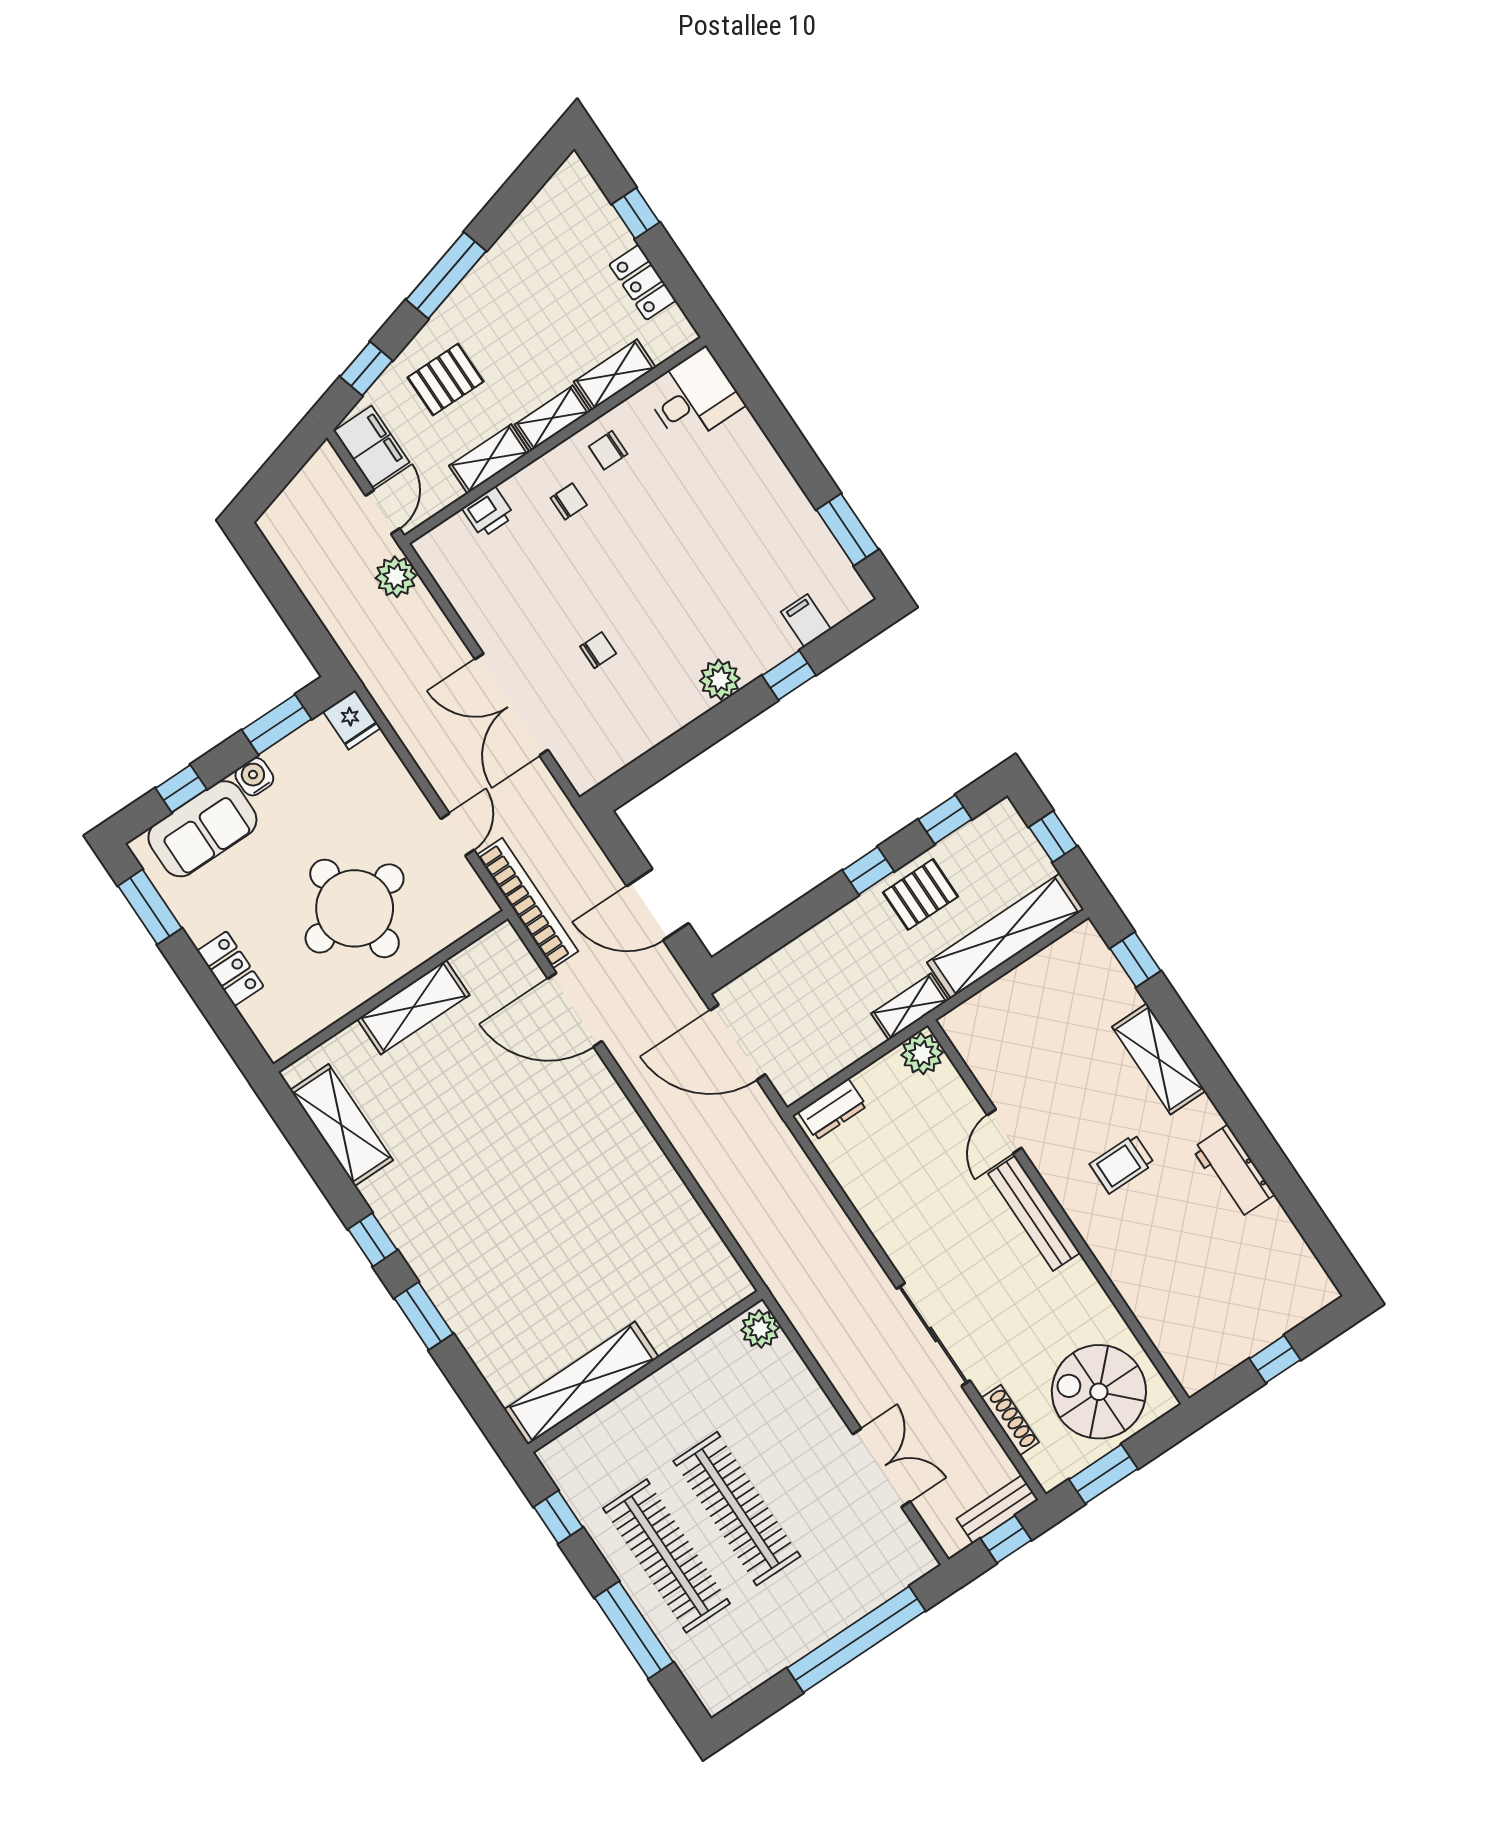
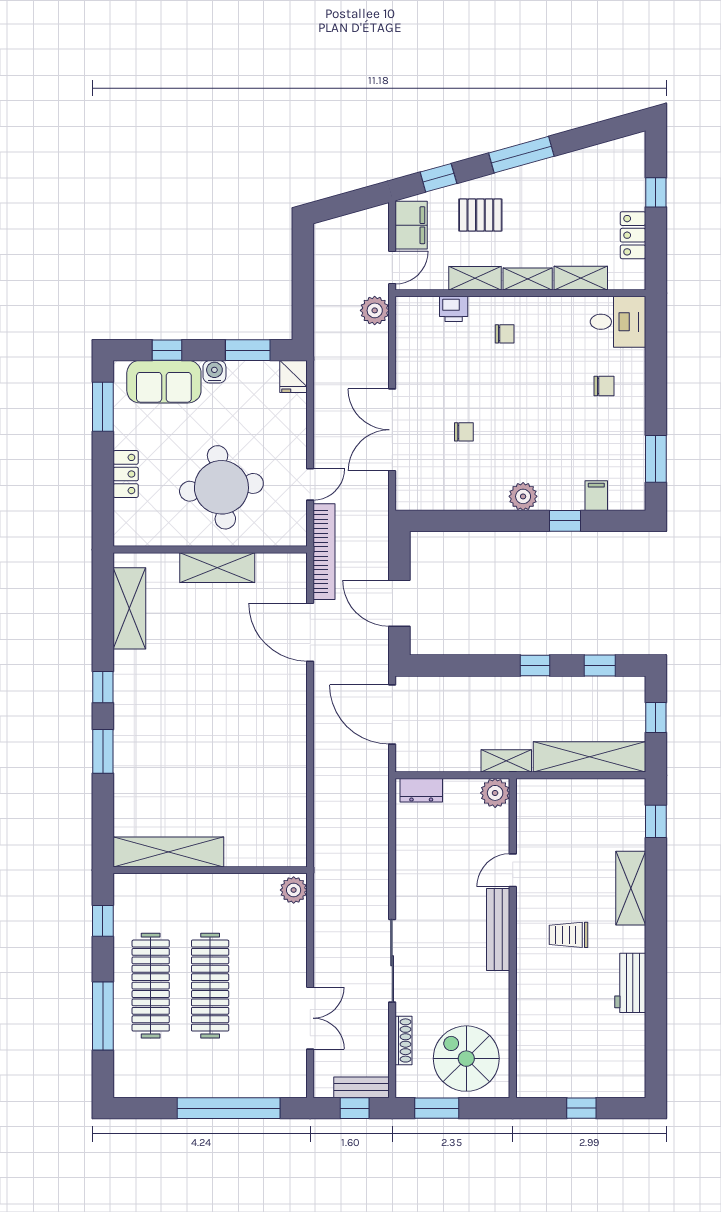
chair: (608, 450) -> (604, 386), moved, turned 180
pallet: (920, 894) -> (556, 700), removed

